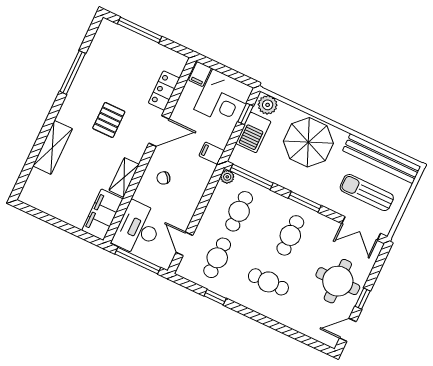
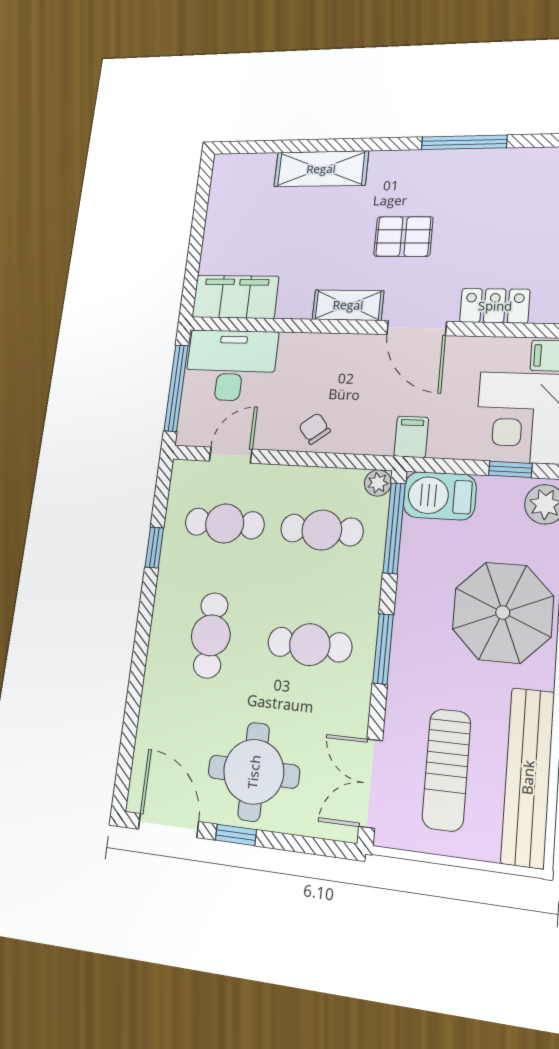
barbecue: (253, 132) -> (440, 496), moved
shelving: (124, 177) -> (348, 305), moved
chair: (163, 178) -> (315, 429), moved
sun lounger: (367, 193) -> (446, 770), turned 180
door: (348, 330) -> (168, 825), width x1.38

